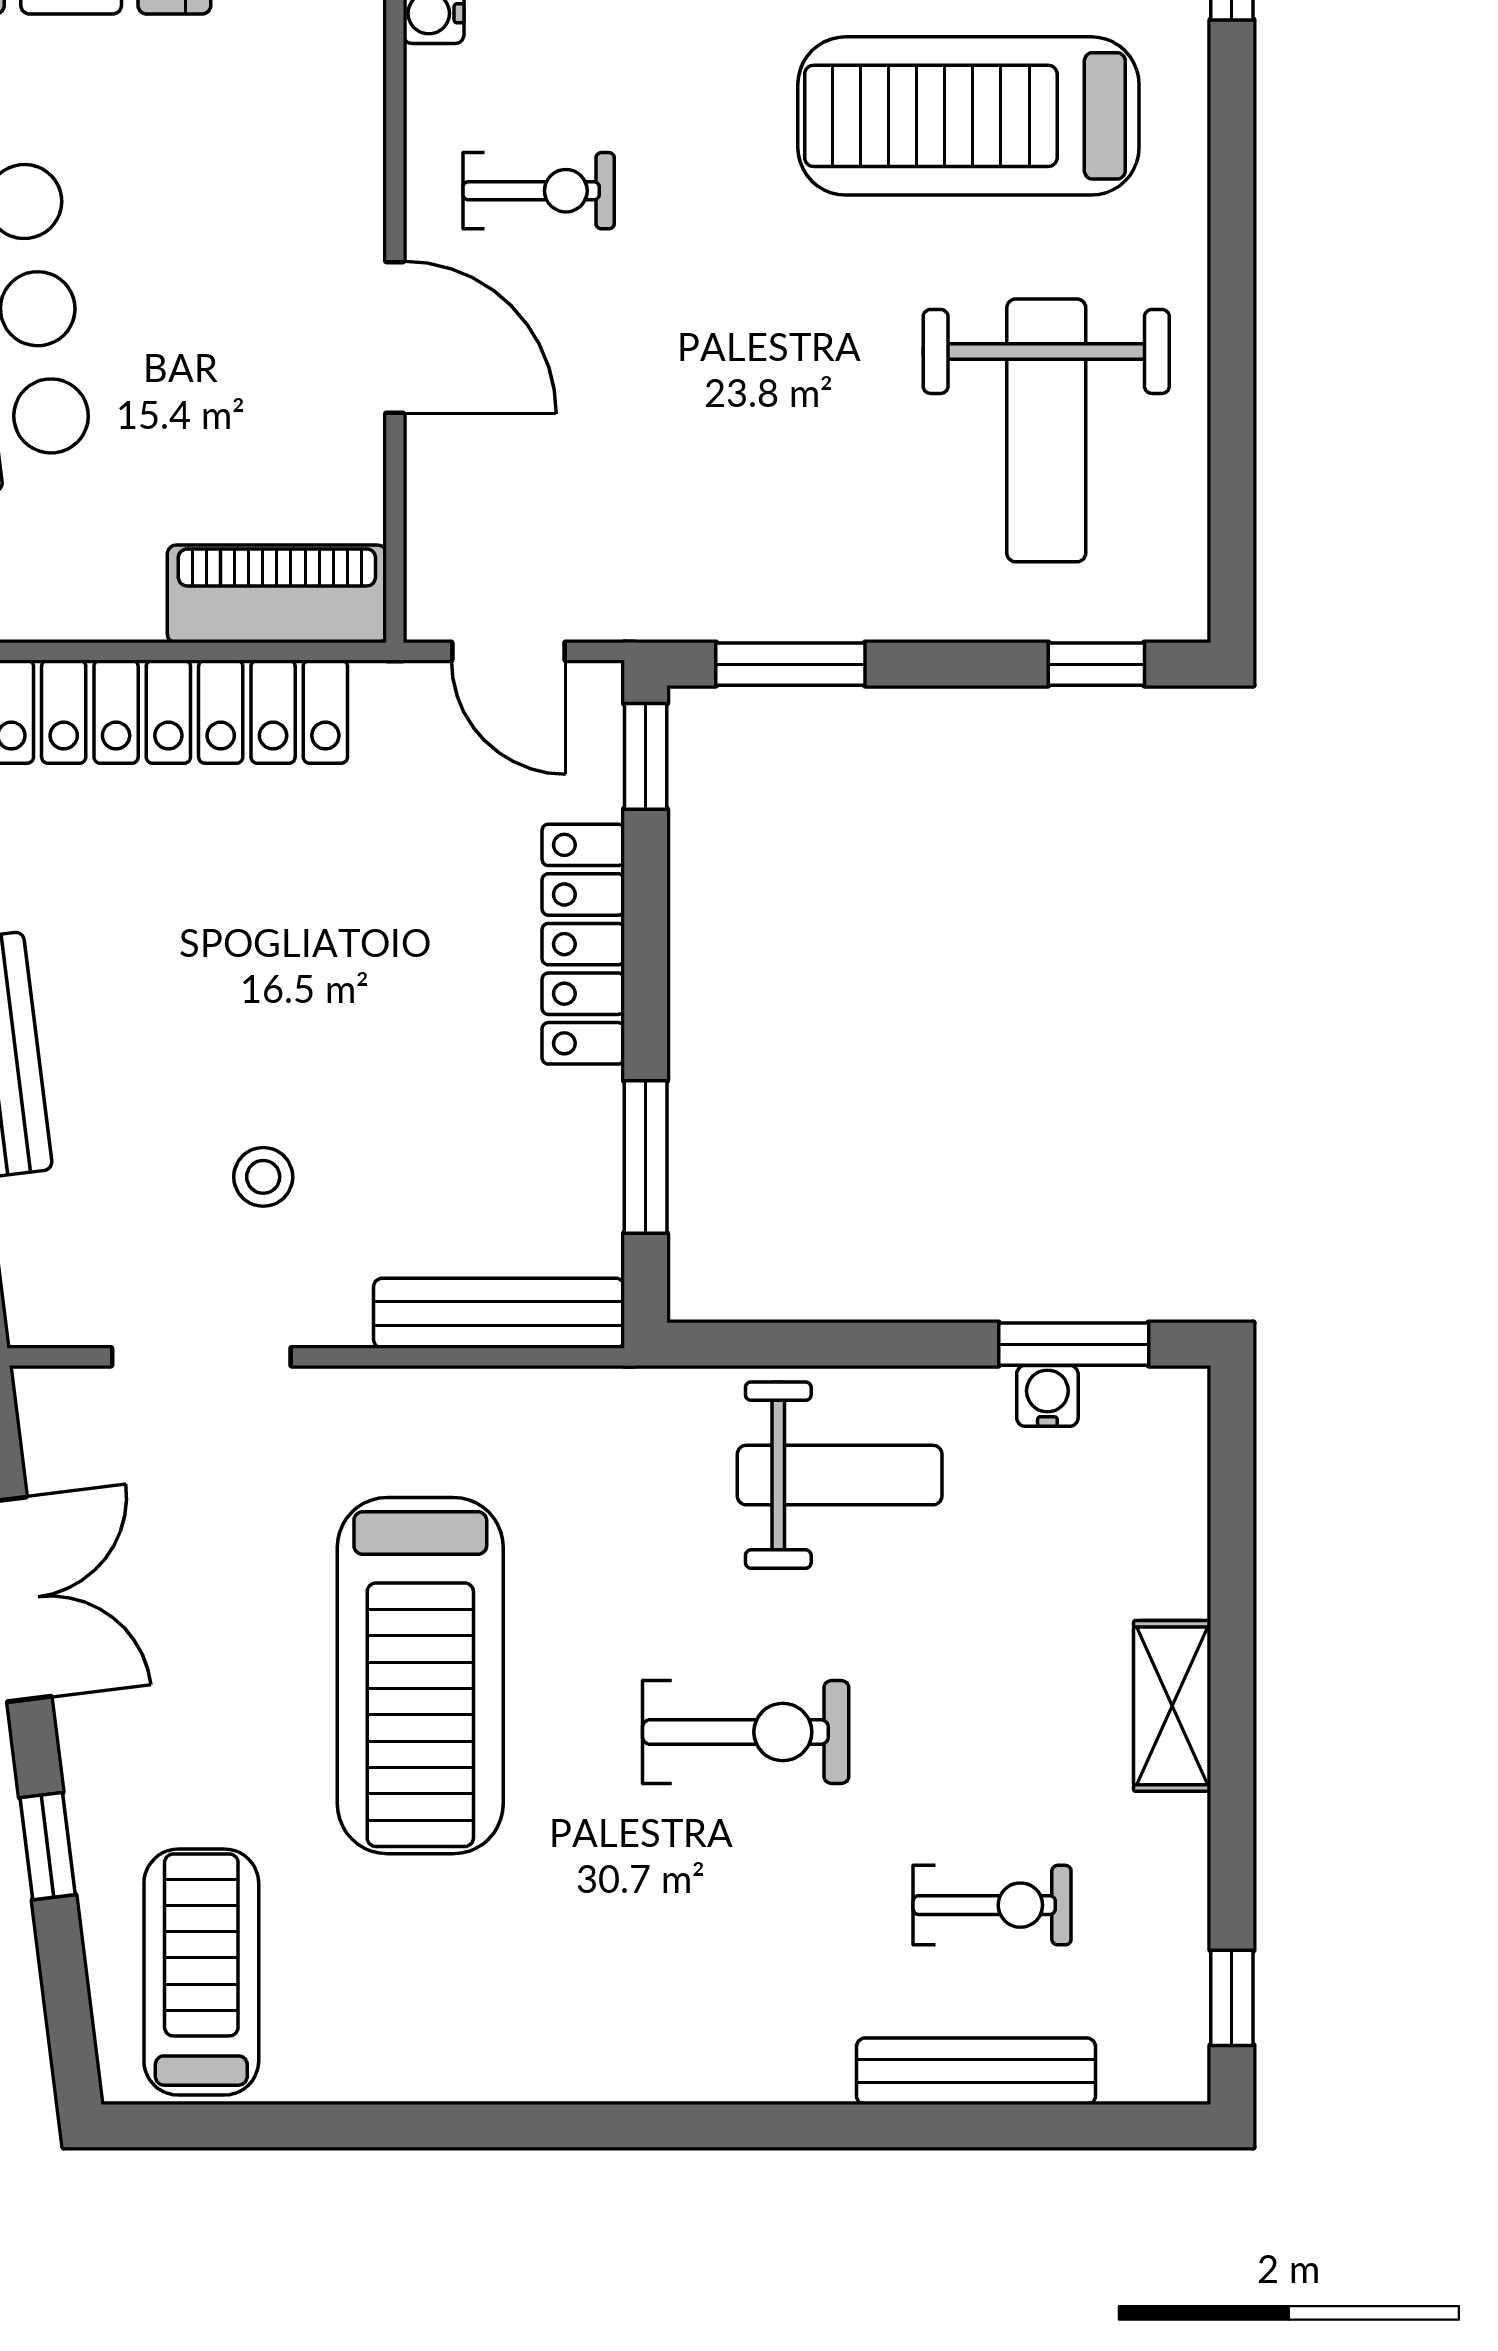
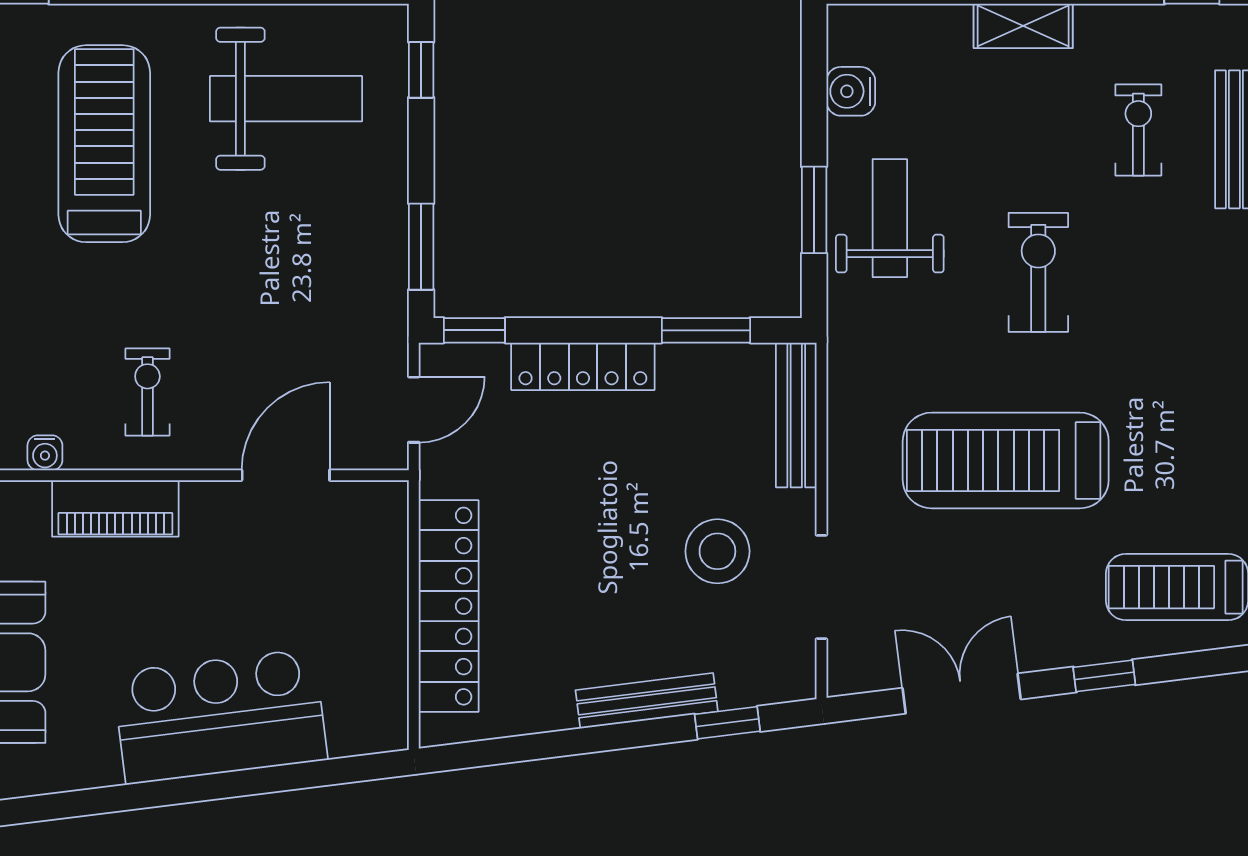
treadmill: (968, 116) -> (104, 144), turned 180
door: (395, 337) -> (286, 475), moved
piano: (277, 594) -> (115, 508), moved, turned -90
stool: (263, 1177) -> (717, 551), width x1.89, depth x1.89
window: (1074, 1344) -> (814, 210), moved
water cooler: (1047, 1396) -> (851, 91), width x1.38, depth x1.38
treadmill: (420, 1676) -> (1006, 460), turned 180

